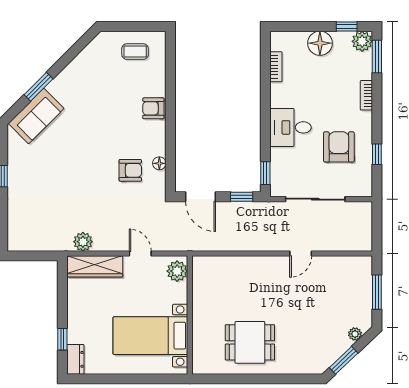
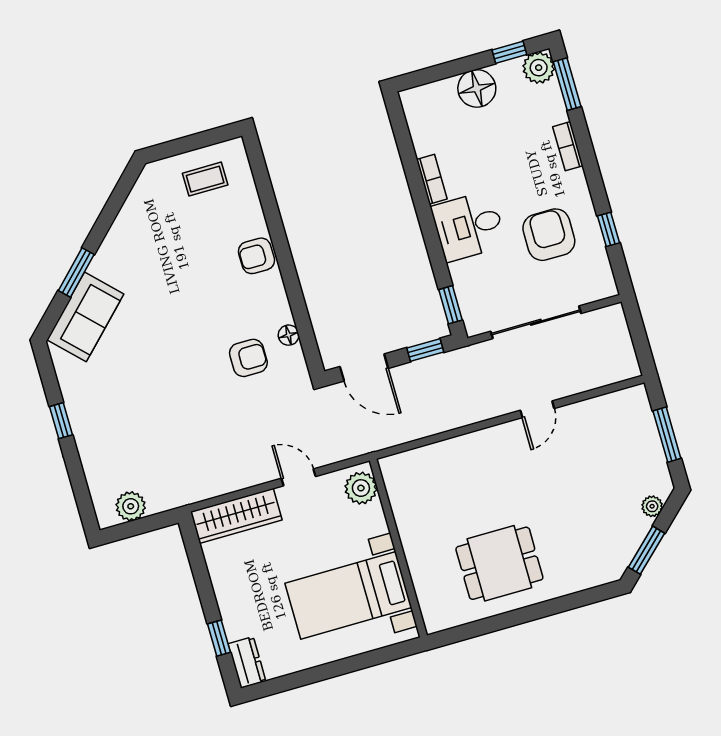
bookcase: (276, 67) -> (432, 179), moved
plant: (83, 242) -> (131, 506), moved

